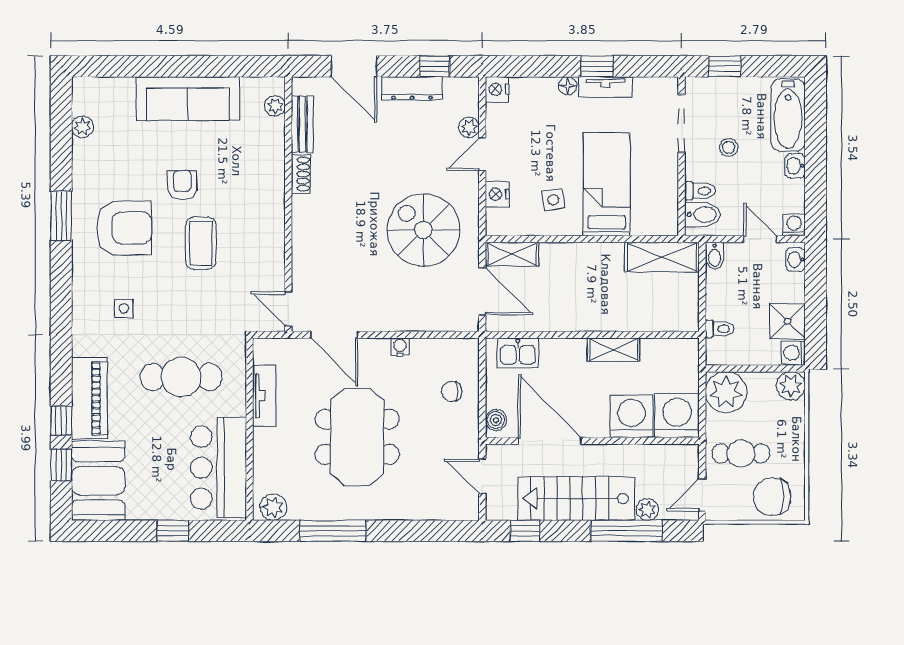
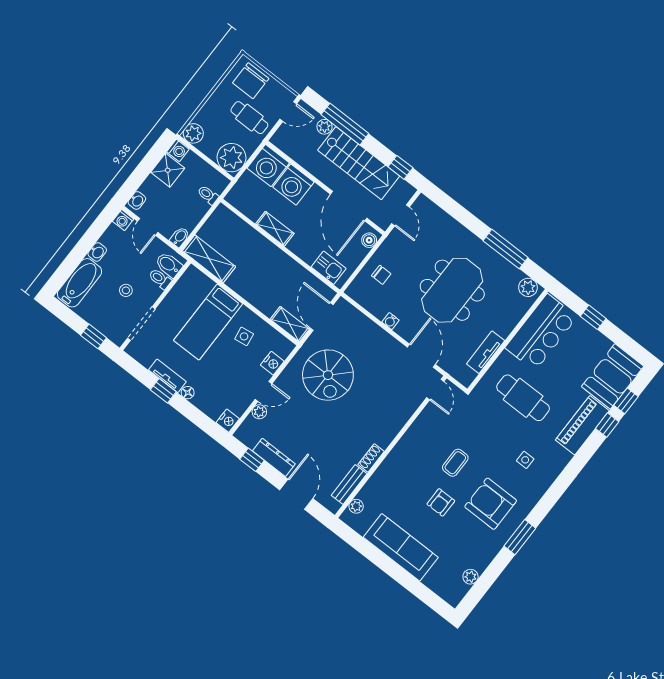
coffee table: (201, 243) -> (455, 463), width x0.73, depth x0.77
chair: (772, 497) -> (251, 81), turned 90

